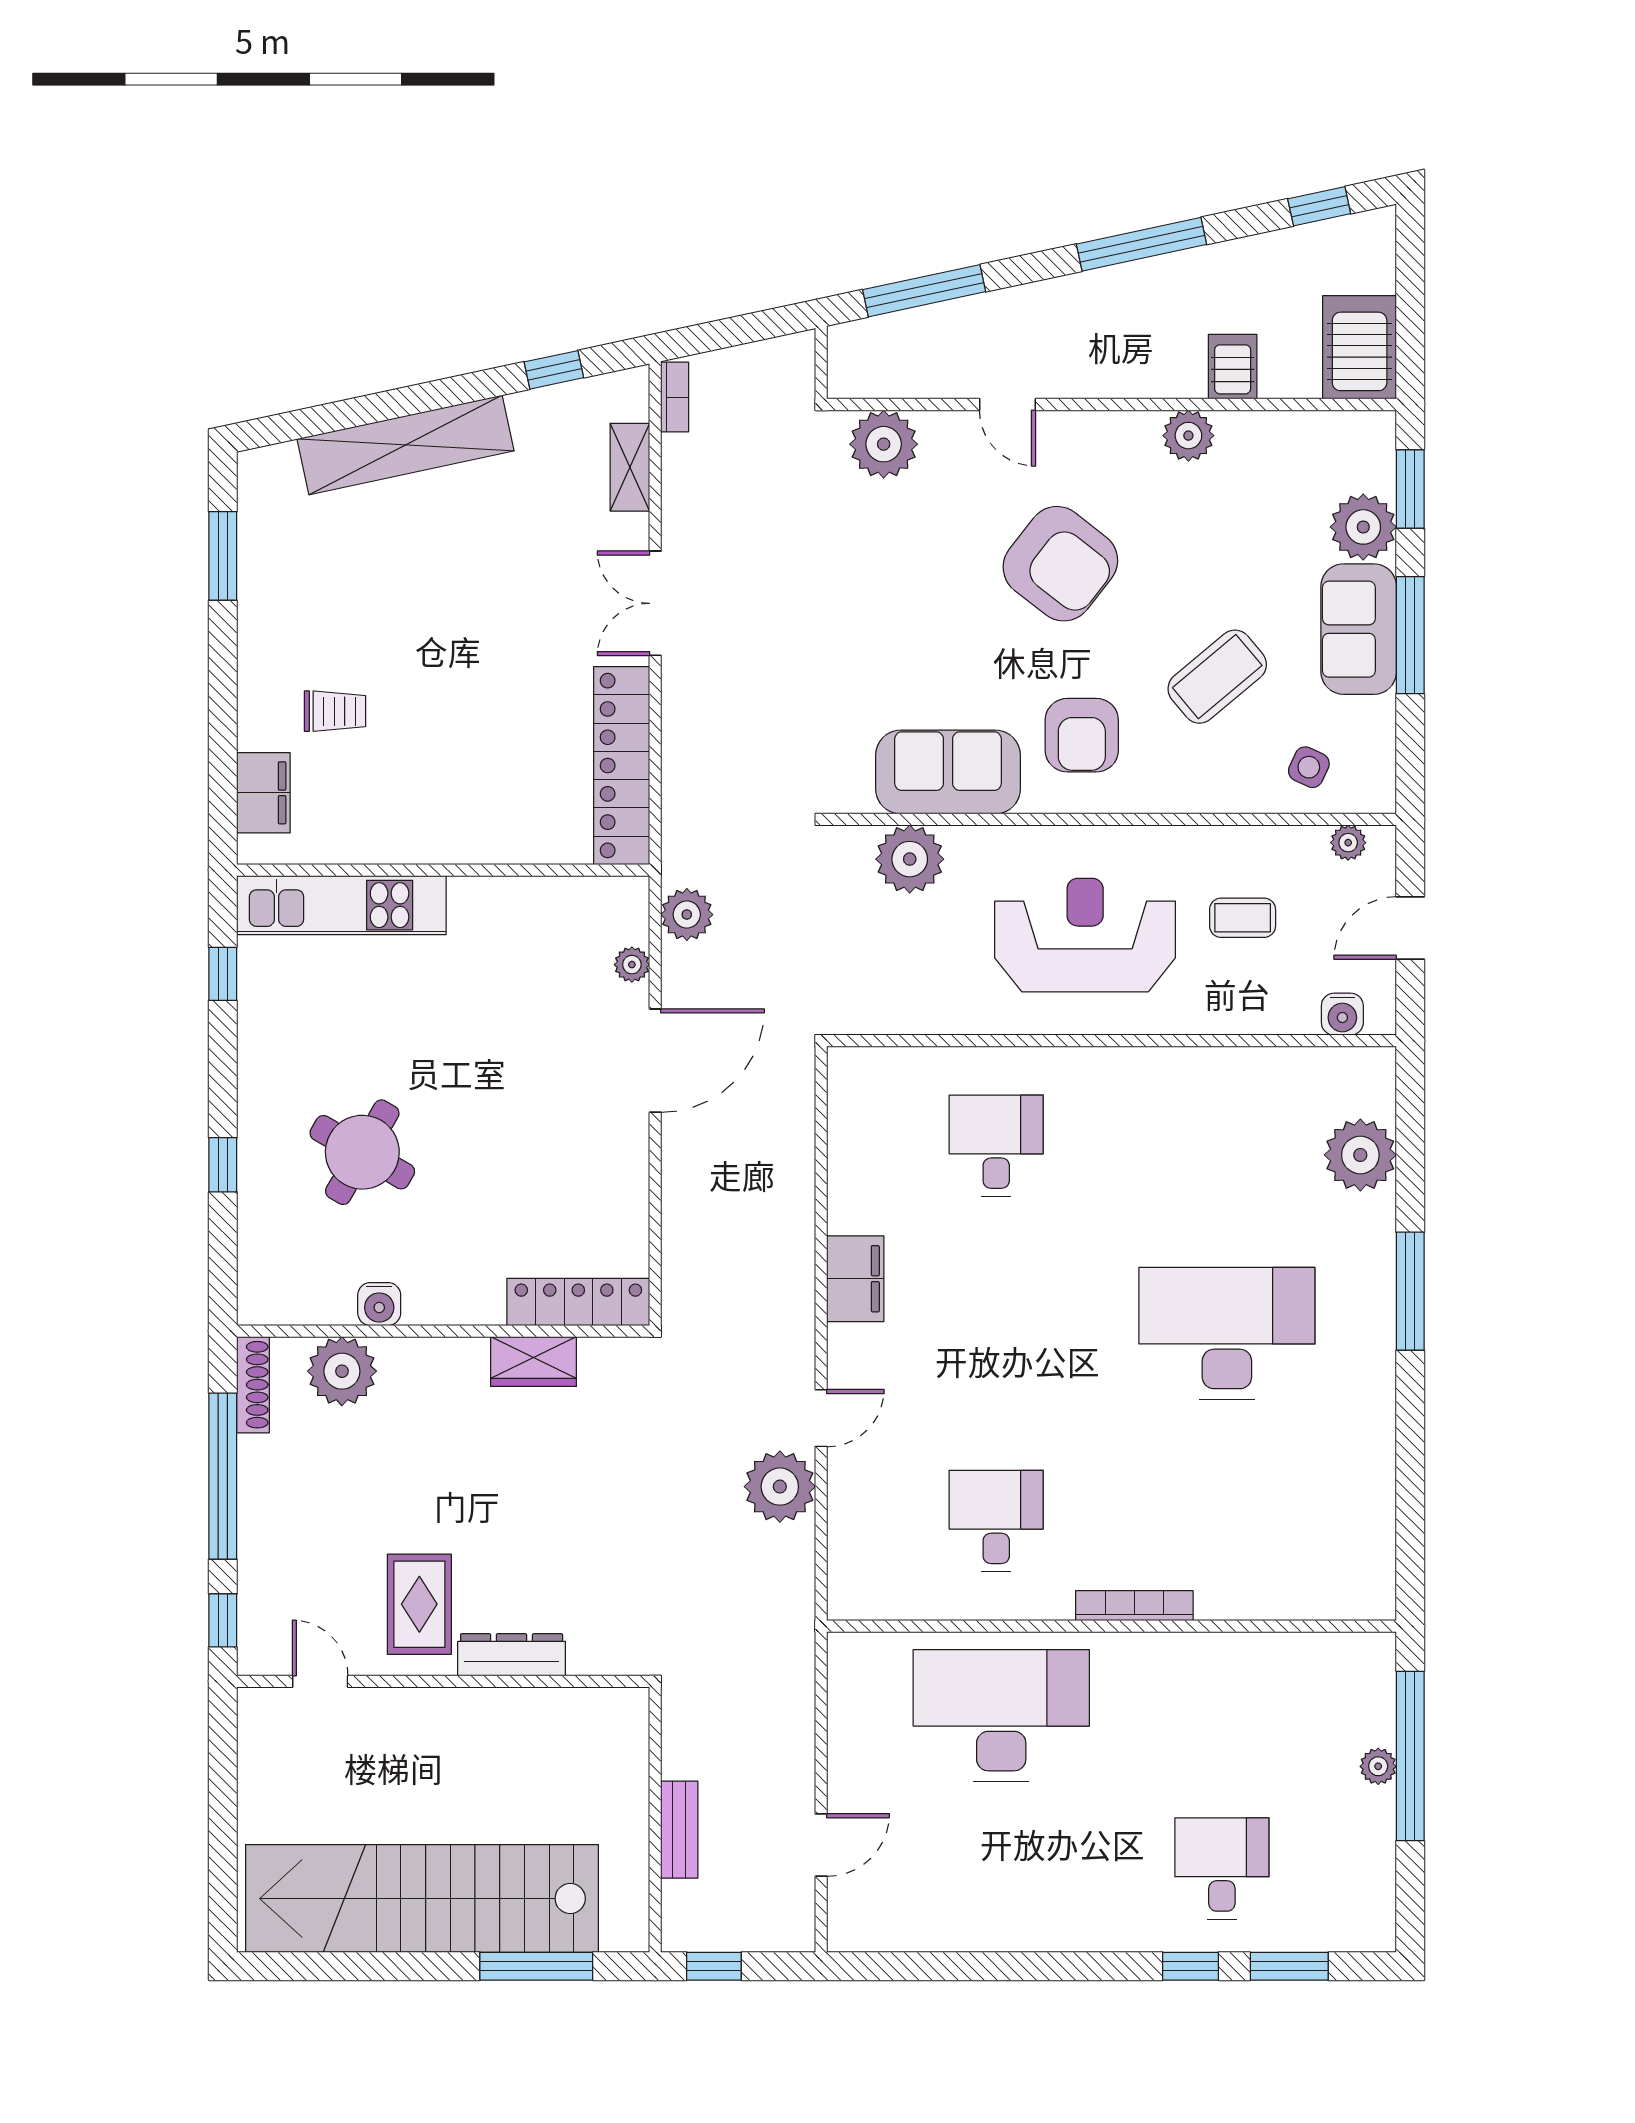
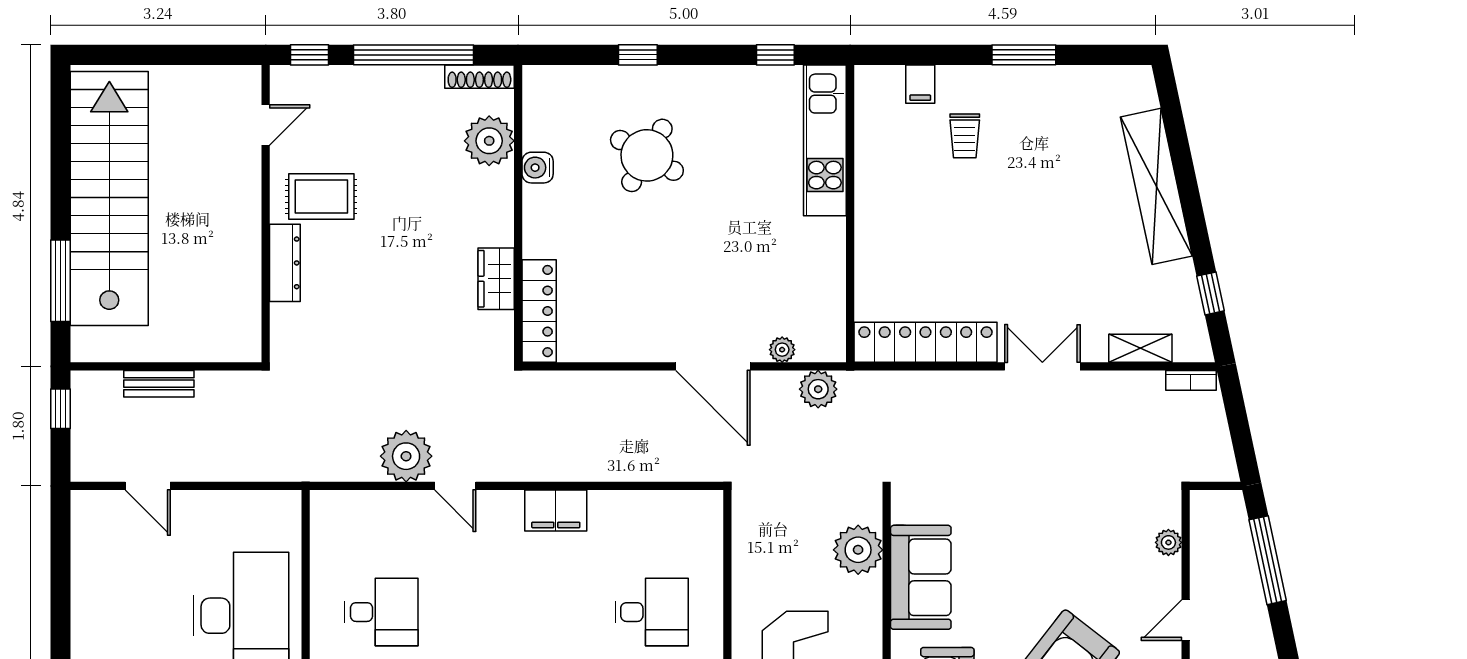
plant: (884, 444) -> (1168, 542), width x0.53, depth x0.53
window: (223, 556) -> (1024, 55), moved
filing cabinet: (263, 793) -> (920, 84), width x0.50

